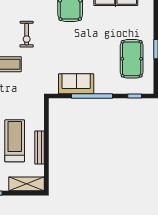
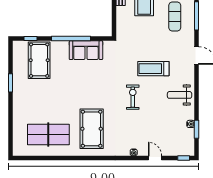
pool table: (132, 59) -> (39, 60), moved

